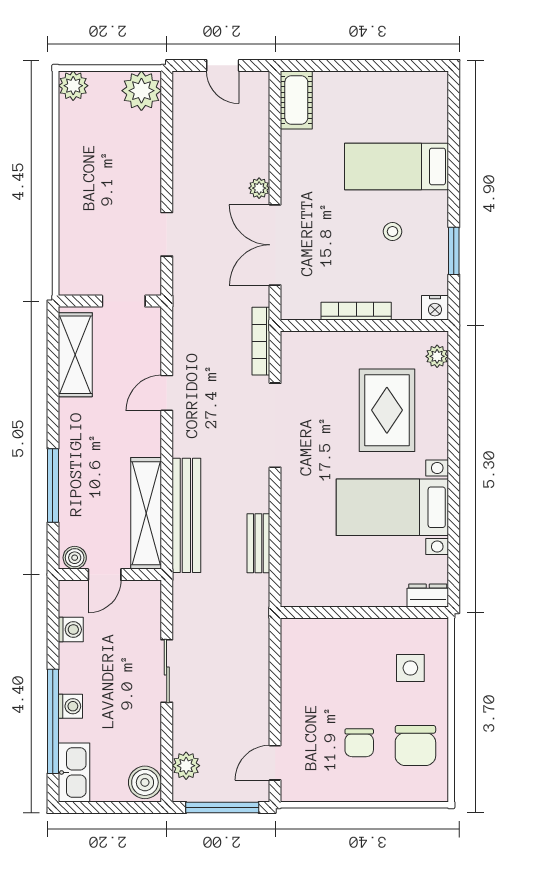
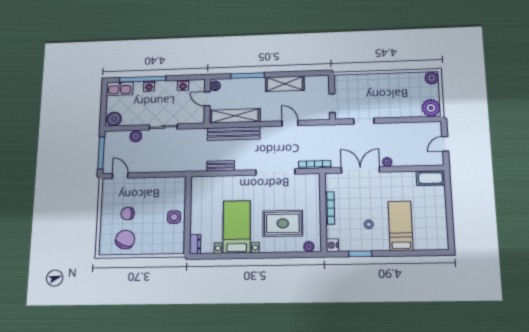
shelving: (75, 355) -> (285, 84), moved
side table: (410, 668) -> (174, 217), moved
chair: (415, 745) -> (125, 239), turned 112
plant: (186, 766) -> (136, 136), moved

